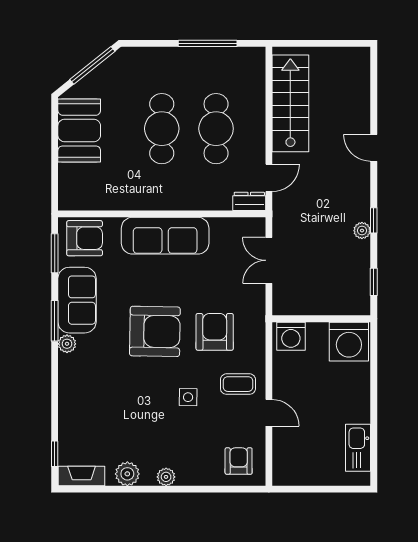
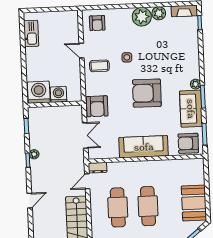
door: (374, 148) -> (30, 201), hinge flipped
armchair: (215, 332) -> (97, 106), moved
washing machine: (291, 336) -> (59, 94), moved
plant: (166, 477) -> (142, 17), width x1.88, depth x1.88

